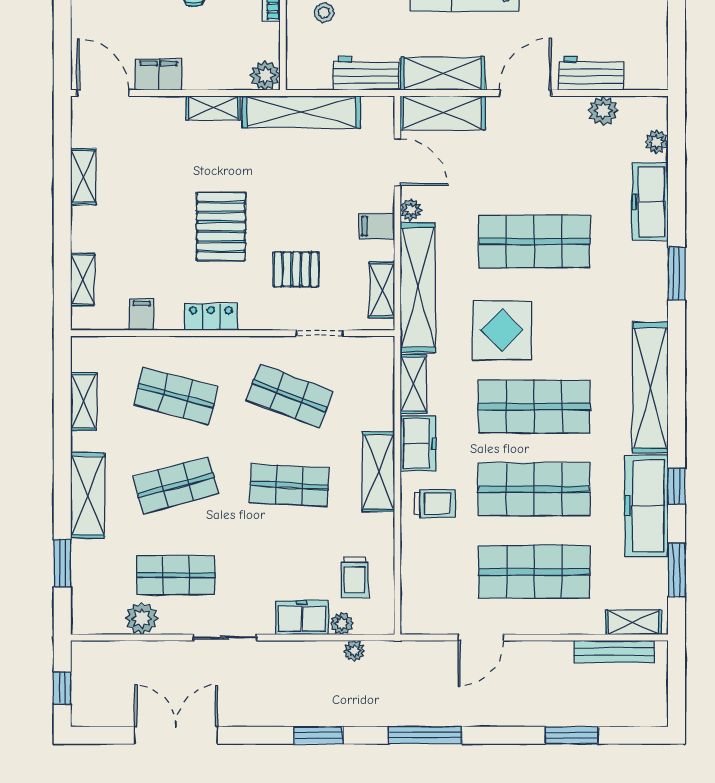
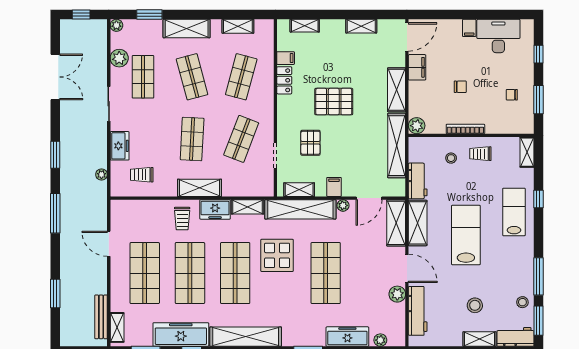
workbench: (591, 73) -> (418, 311), width x1.38
shelving: (213, 108) -> (397, 90), width x1.50, depth x1.33
plant: (603, 111) -> (397, 294), moved
locker: (211, 317) -> (284, 80), moved
plant: (342, 623) -> (116, 25), moved

